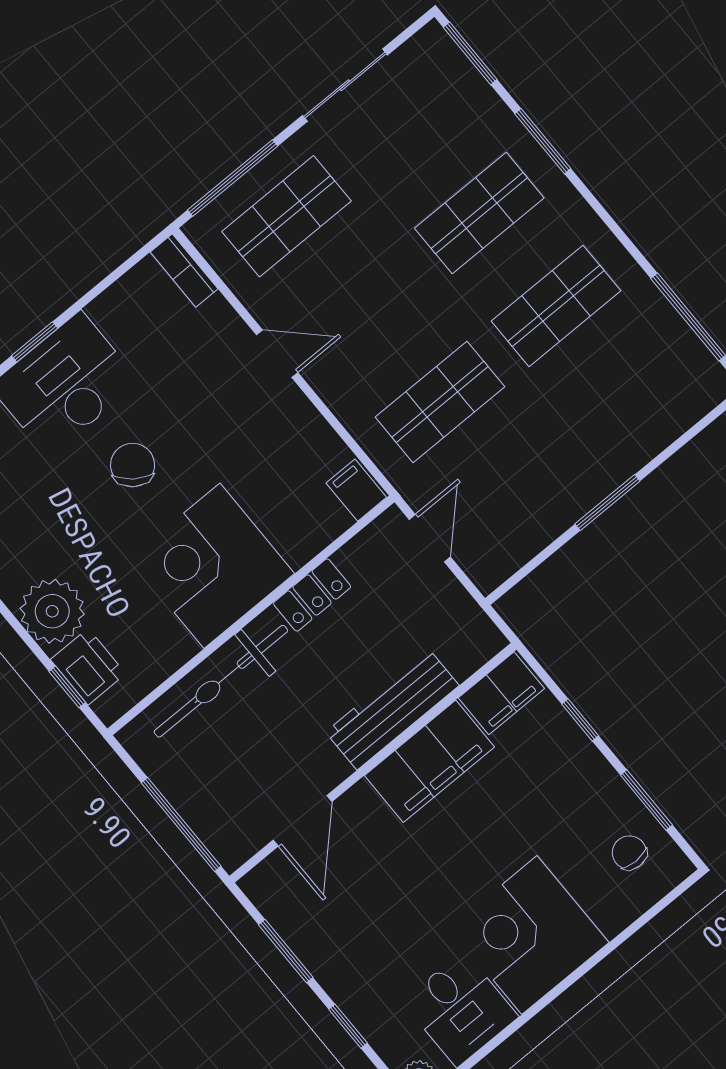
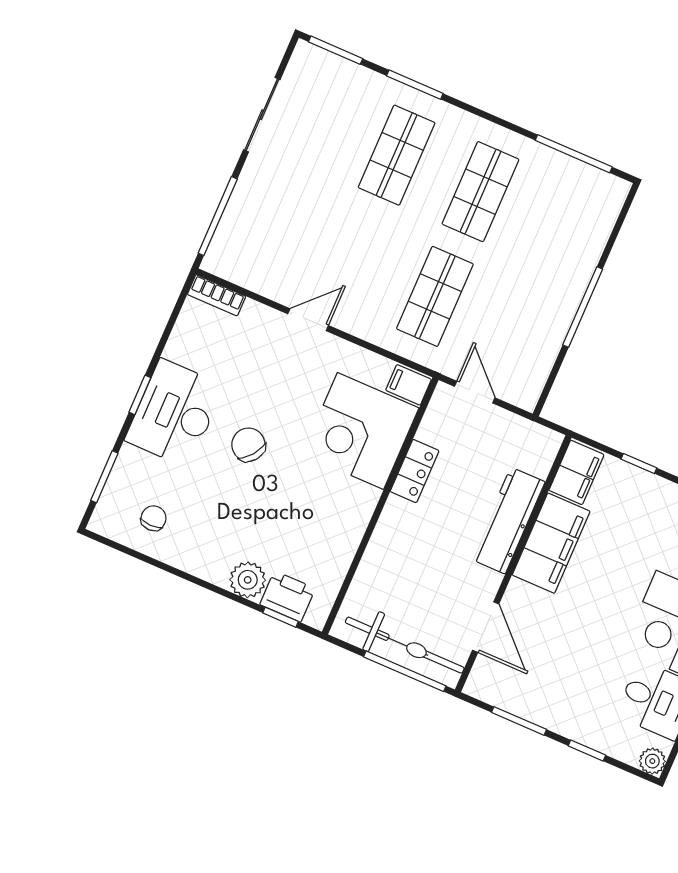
shop shelf: (286, 216) -> (267, 223), removed
window: (607, 502) -> (583, 307), width x1.44
corner desk: (212, 566) -> (361, 431), moved
plant: (52, 611) -> (248, 580), width x0.73, depth x0.73
bicycle: (221, 681) -> (405, 645), moved, turned -90

